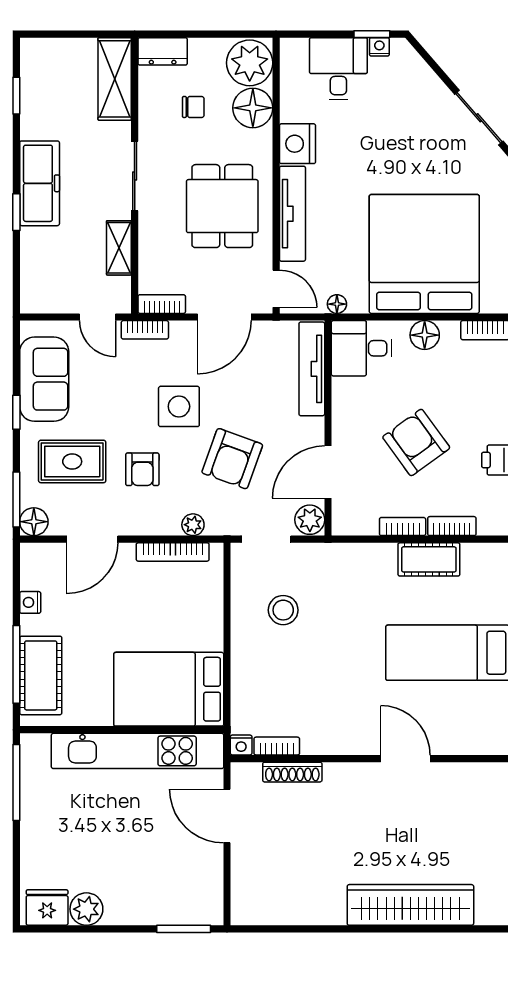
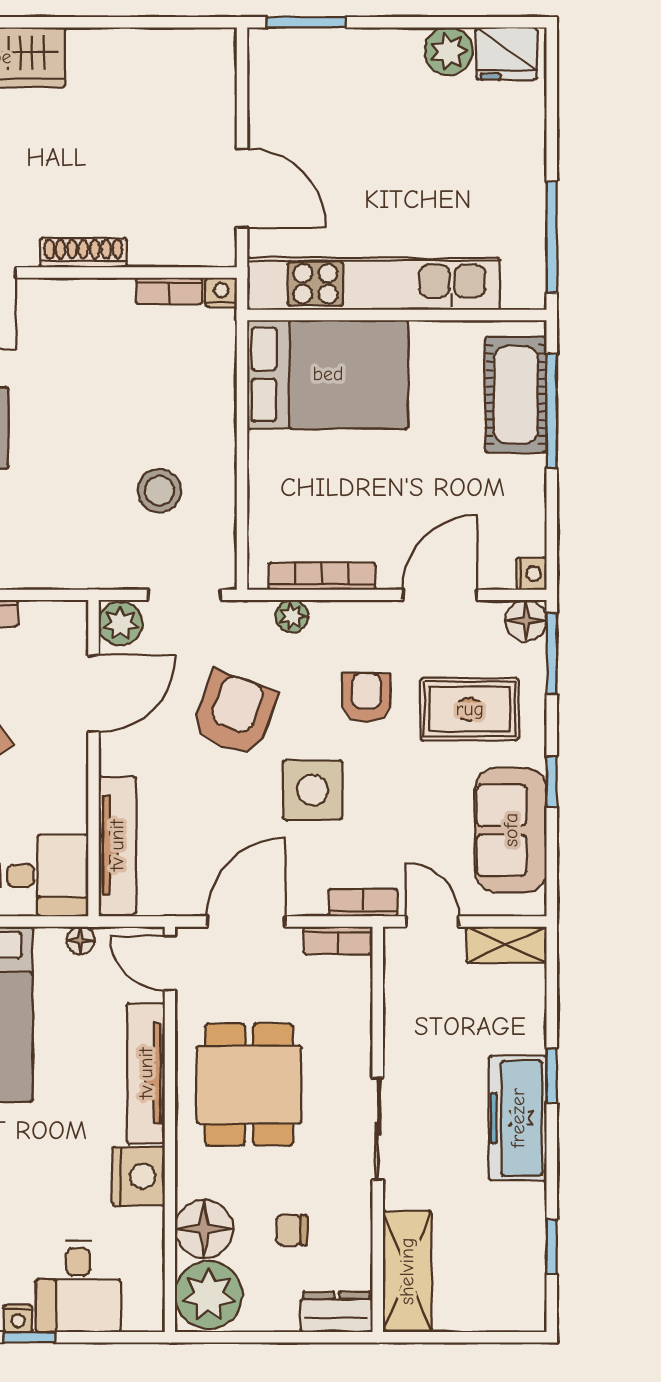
shelving: (119, 248) -> (506, 945), moved, turned 90
nightstand: (30, 602) -> (531, 574), moved
shoe rack: (292, 772) -> (83, 253), moved

